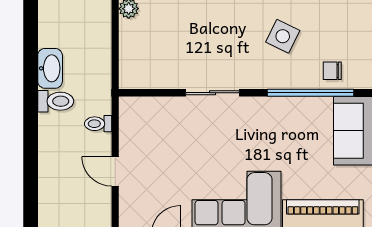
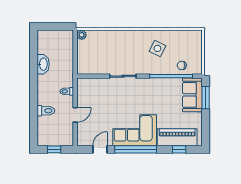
toilet: (56, 101) -> (46, 111), moved
door: (115, 171) -> (75, 115), swing flipped

